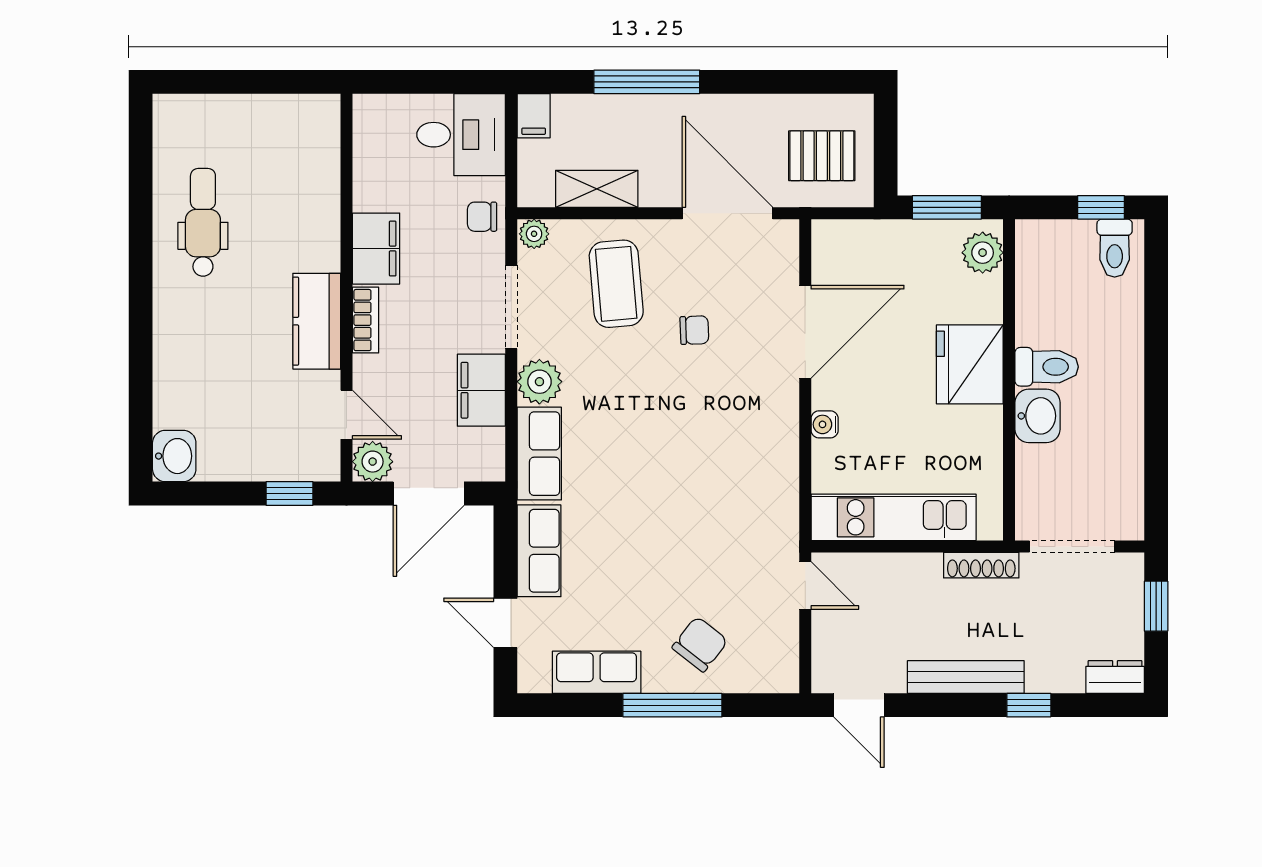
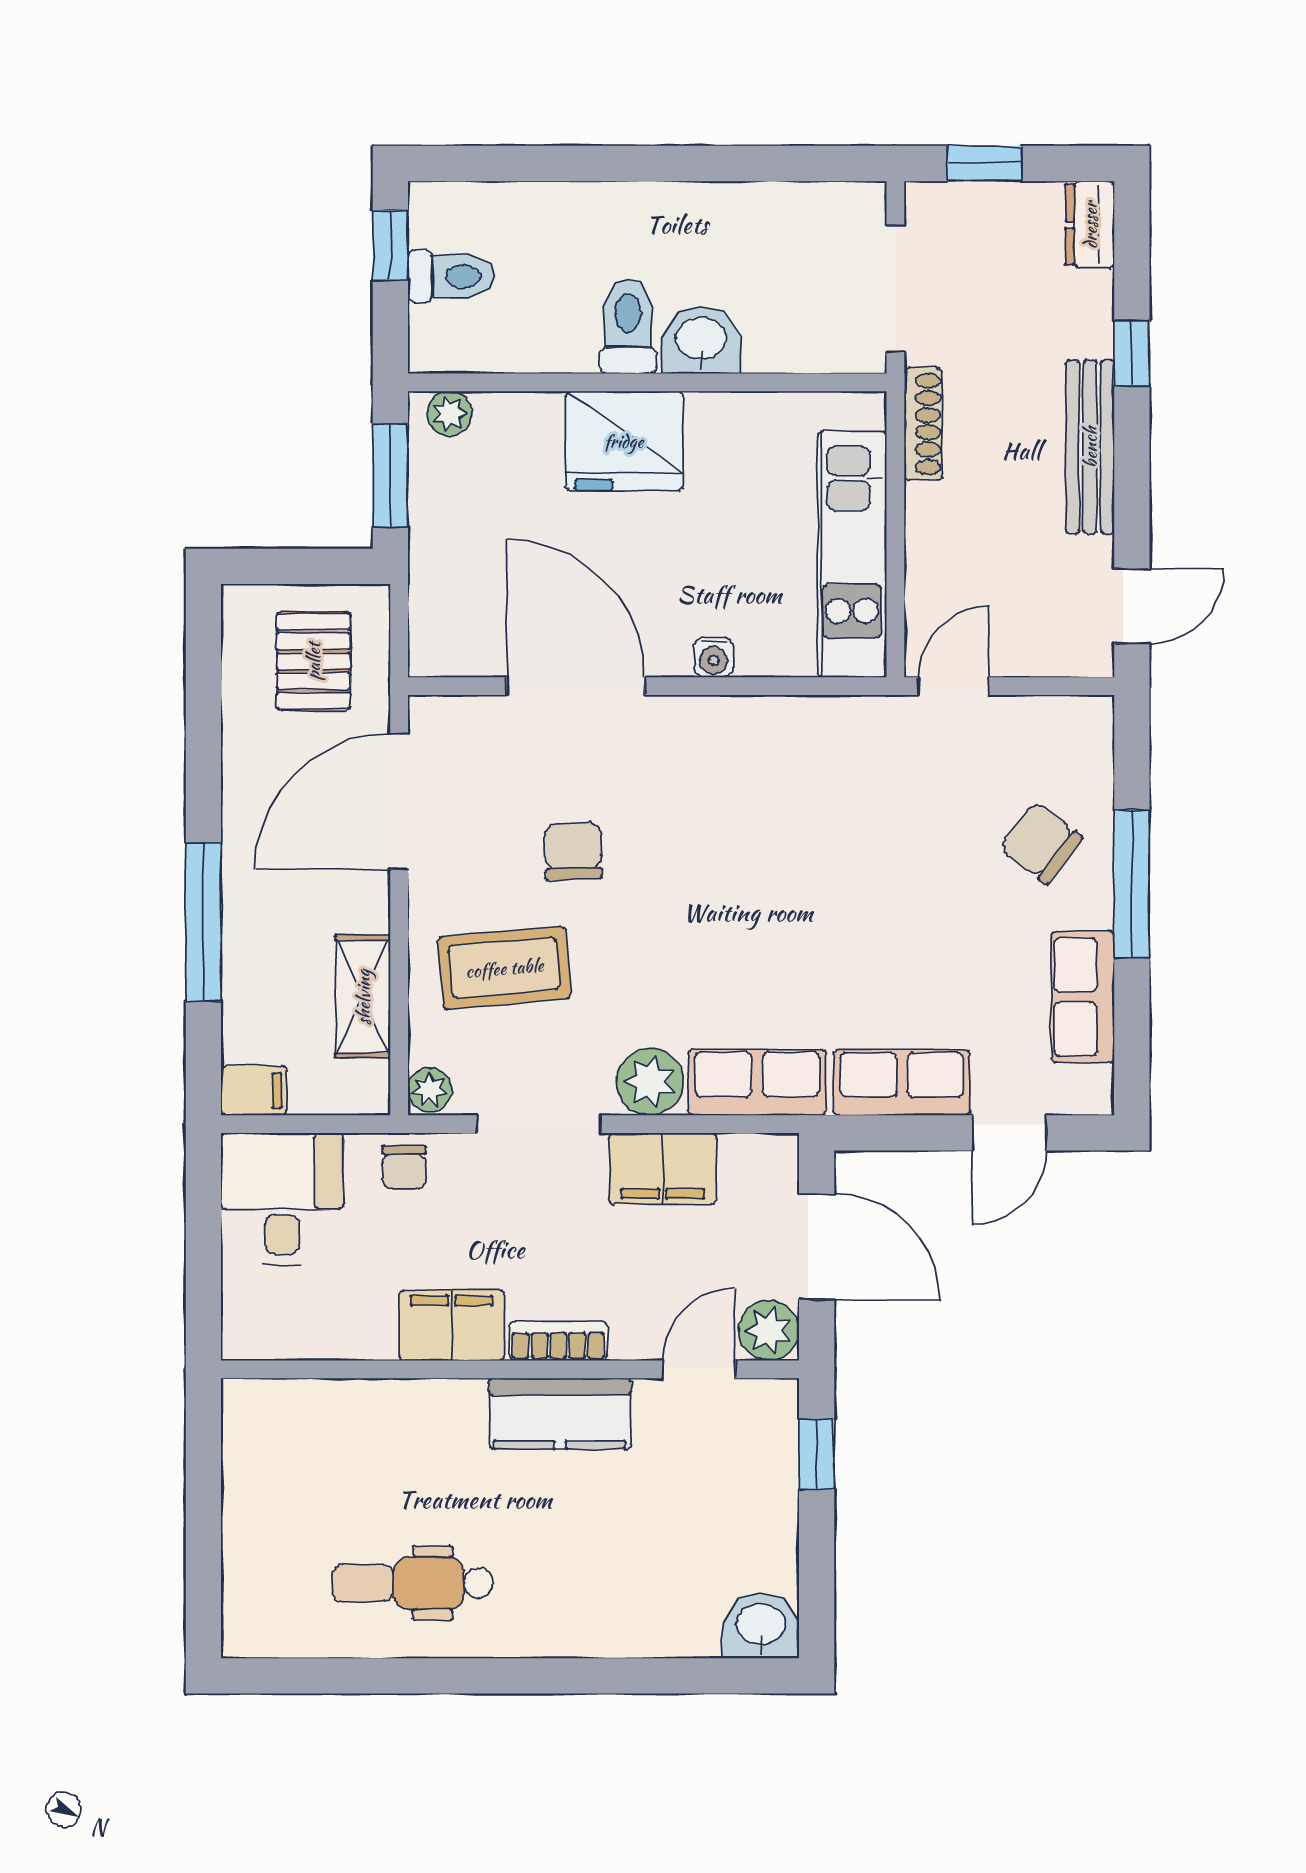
toilet: (1115, 248) -> (451, 276), moved
plant: (983, 253) -> (449, 414), width x0.73, depth x0.73
chair: (694, 330) -> (573, 851), width x1.37, depth x1.37

